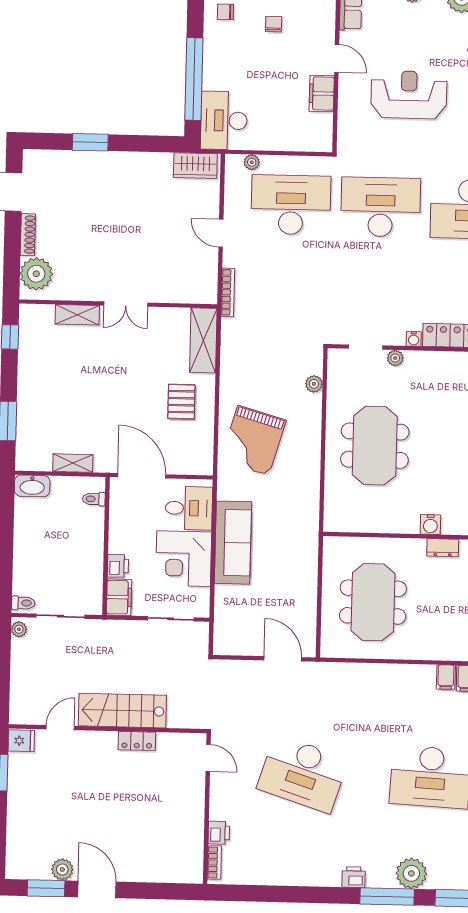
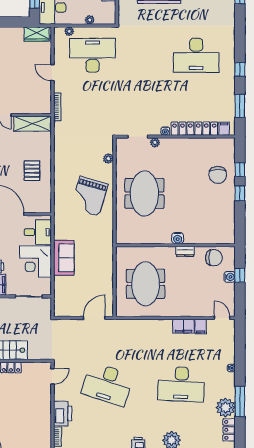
plant: (288, 143) -> (90, 20), added
desk: (381, 207) -> (144, 55), removed
shelving: (203, 340) -> (33, 124), moved, turned 90
grand piano: (253, 440) -> (89, 196), moved
sofa: (233, 543) -> (64, 258), width x0.73
door: (283, 659) -> (94, 318), hinge flipped
filing cabinet: (446, 677) -> (183, 326), width x2.00
door: (208, 758) -> (52, 376), hinge flipped
printer: (219, 833) -> (63, 414), width x1.87, depth x1.48

